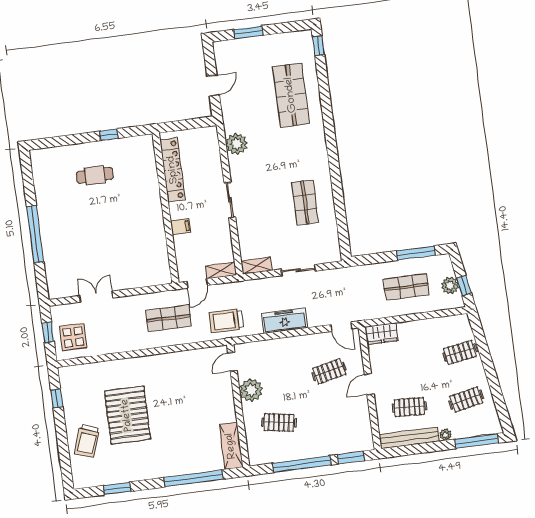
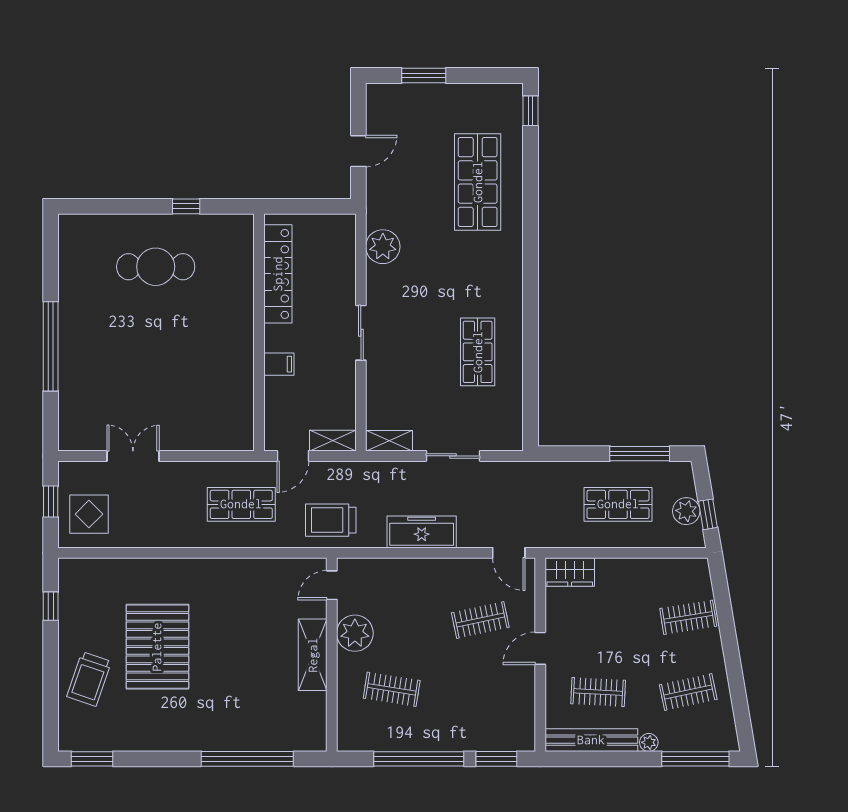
cafe table: (95, 175) -> (156, 267), width x1.37, depth x1.35
shelving: (231, 446) -> (313, 655), moved
window: (117, 488) -> (92, 759), moved

